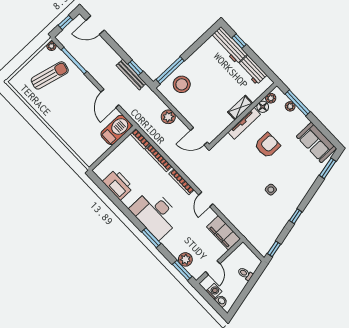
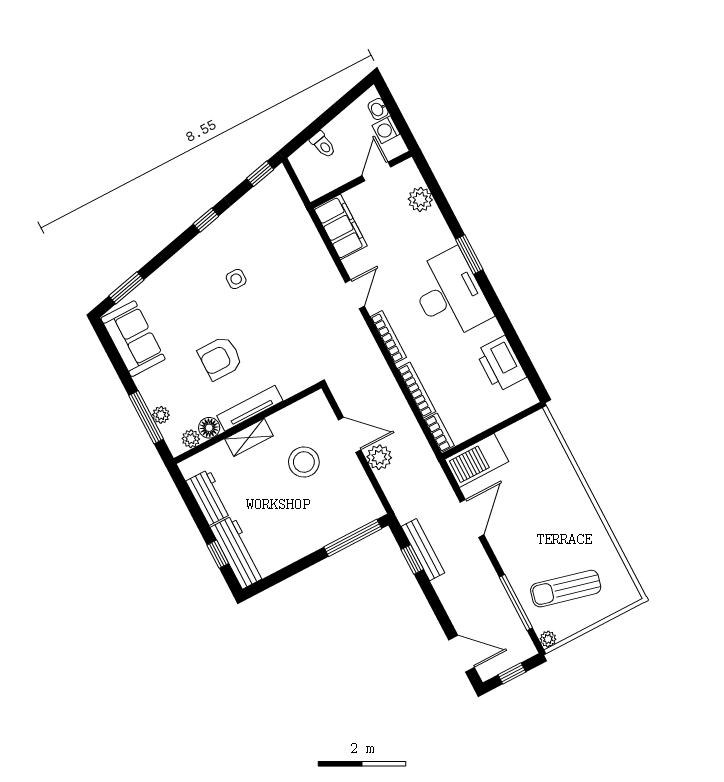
stool: (182, 84) -> (304, 462), moved
door: (199, 136) -> (350, 435), moved
window: (182, 270) -> (431, 182), removed

